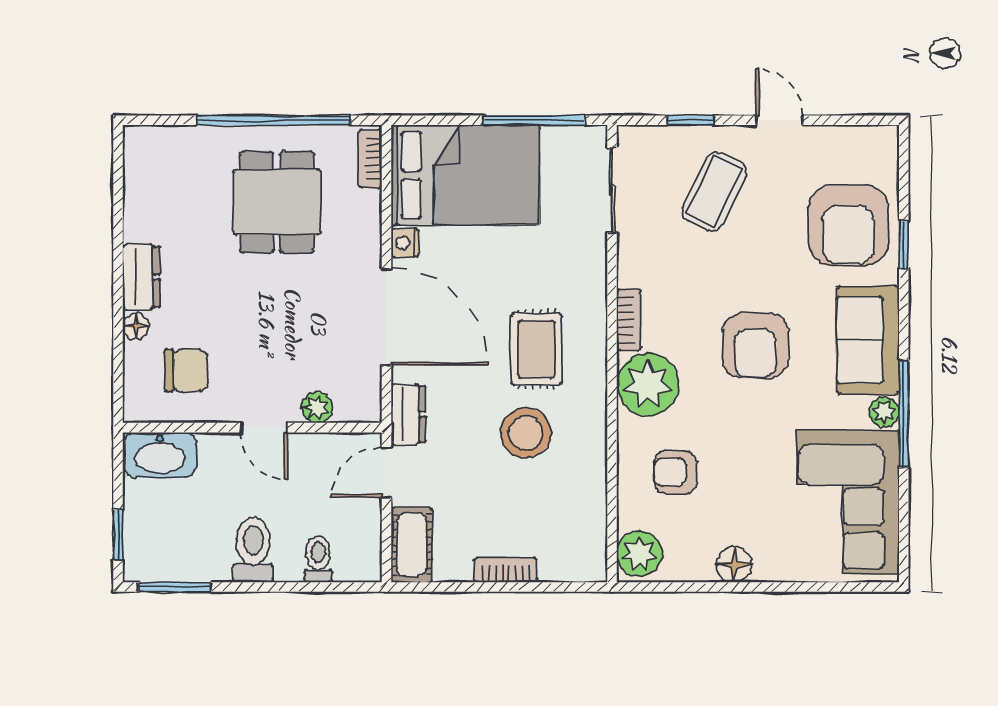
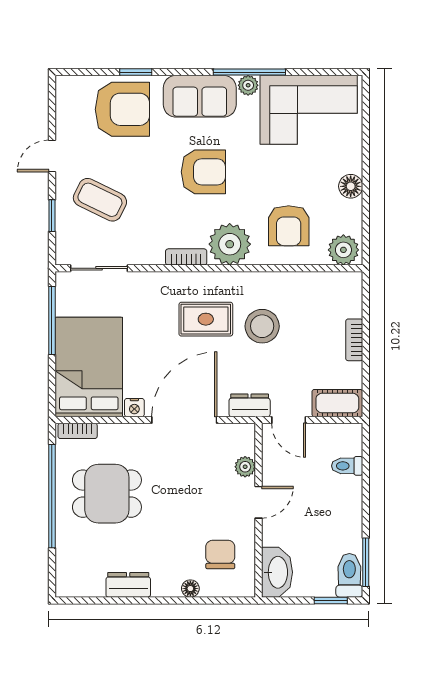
dresser: (141, 277) -> (128, 585), moved
armchair: (675, 472) -> (289, 226), width x1.38, depth x1.38
toilet: (253, 550) -> (349, 575), moved, turned 90

